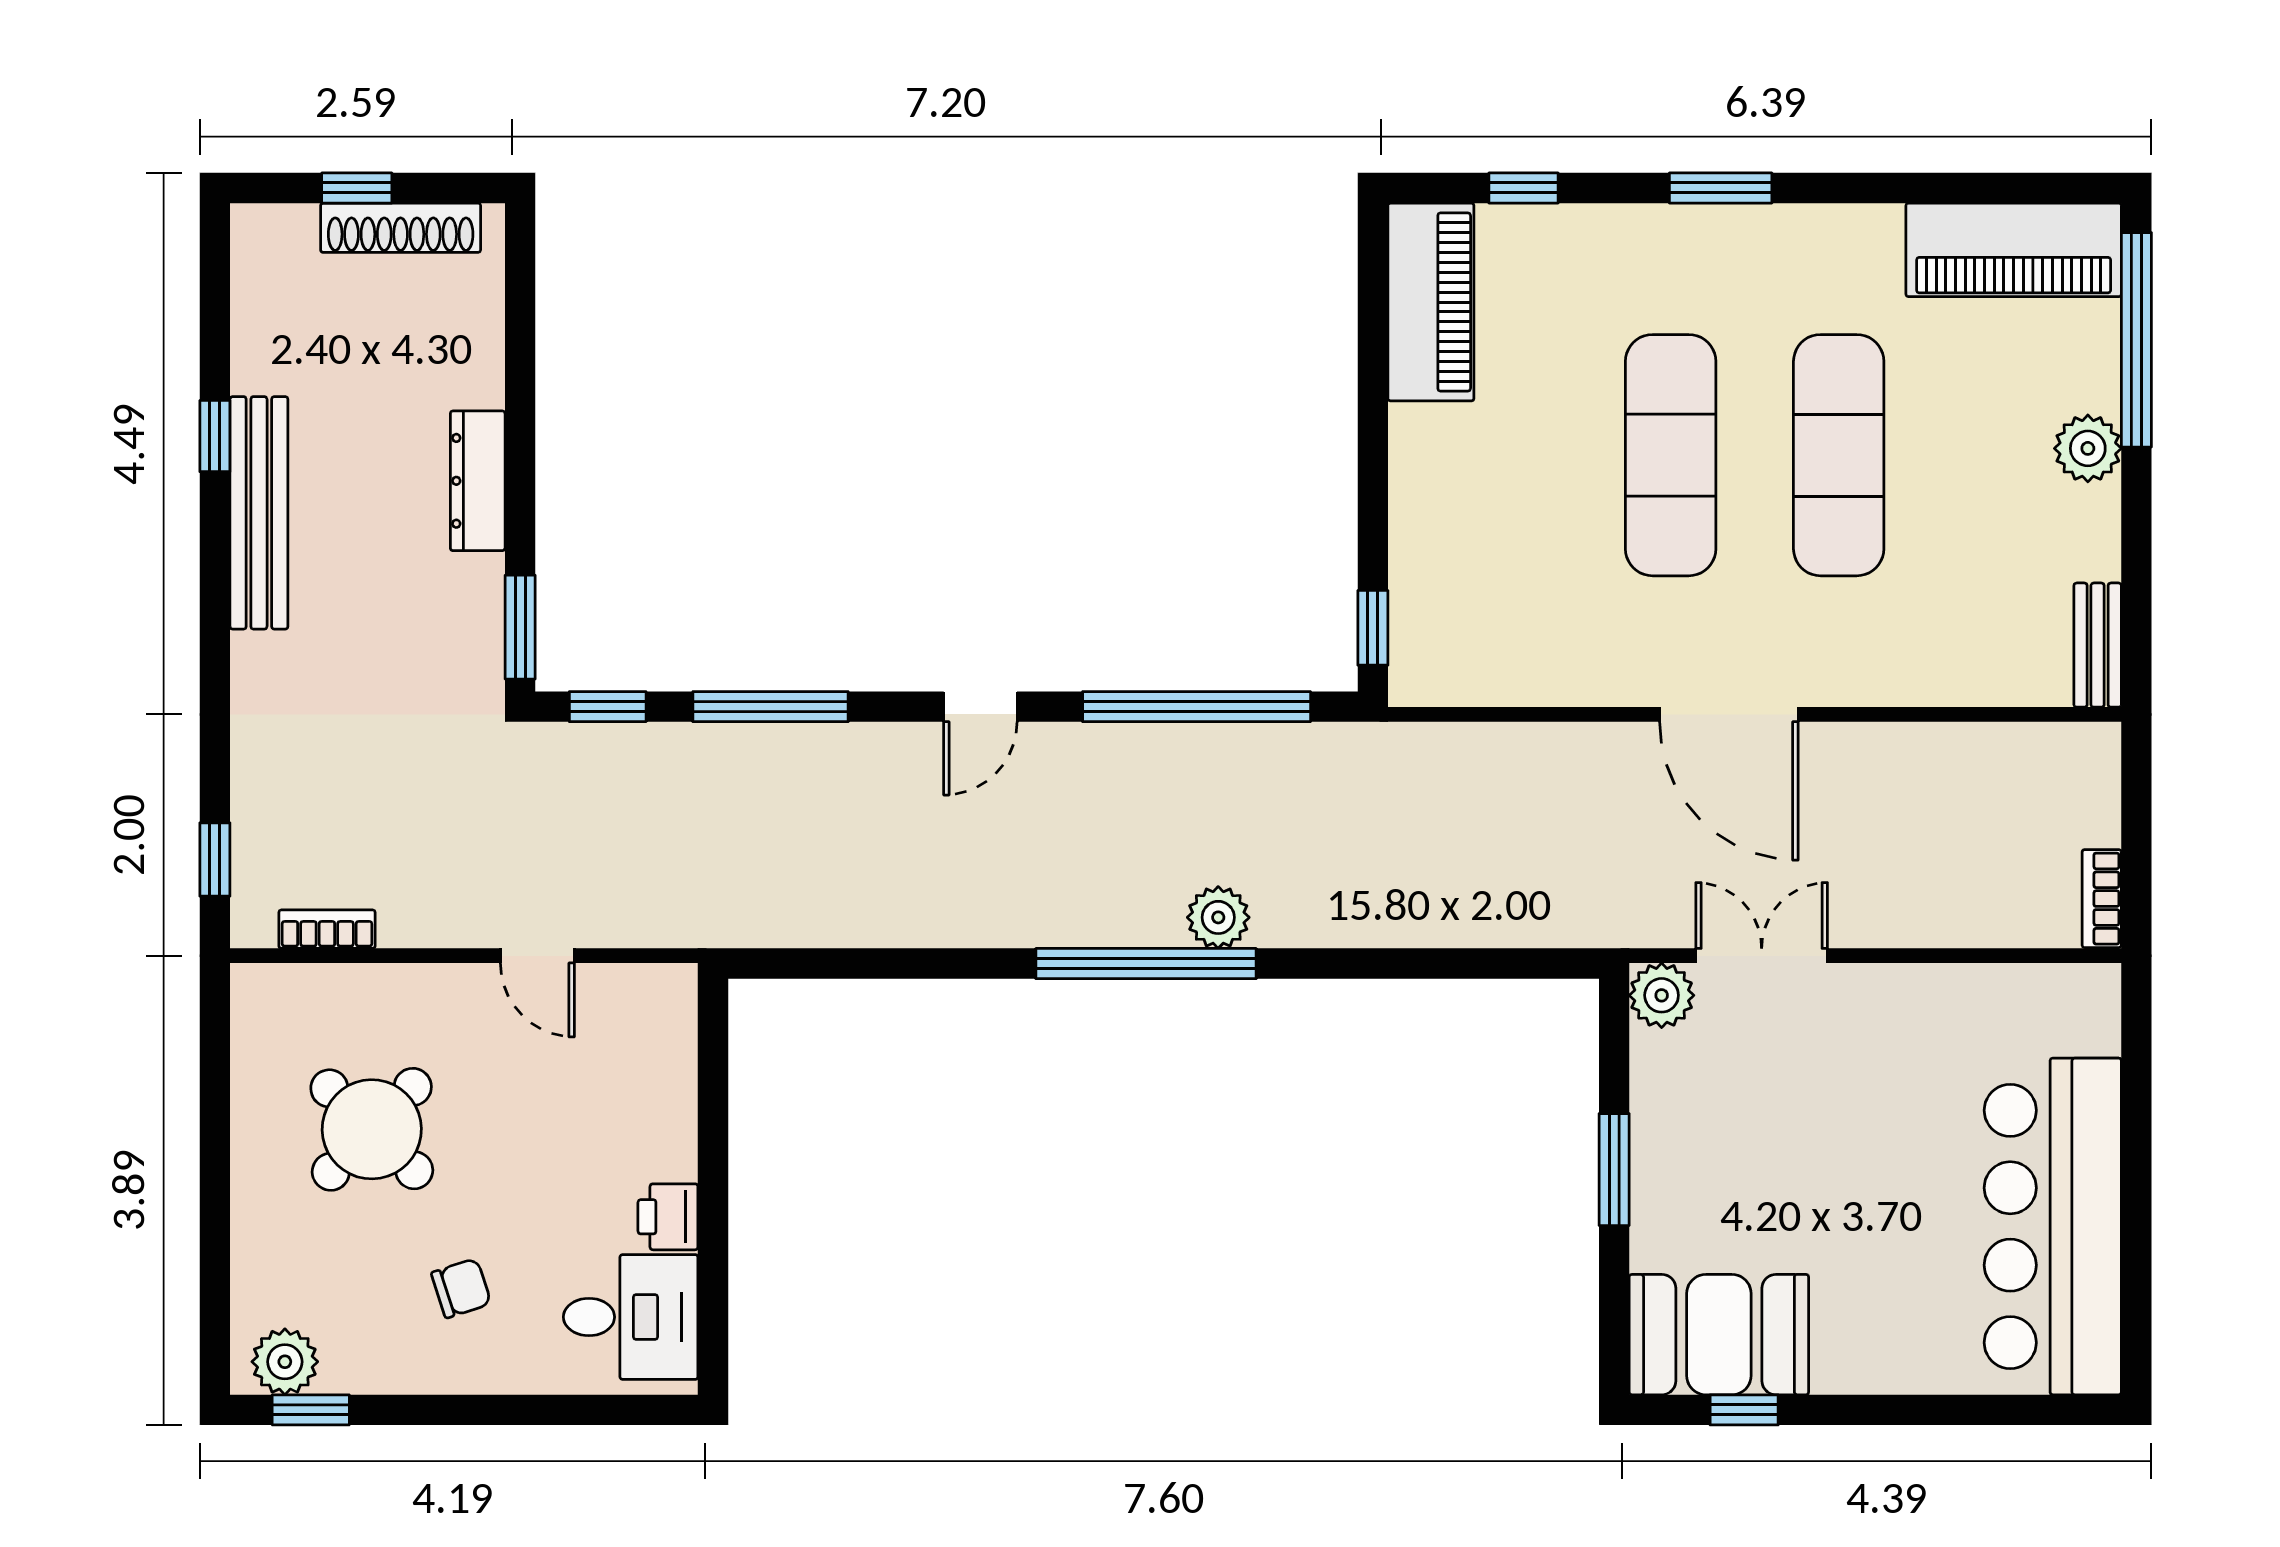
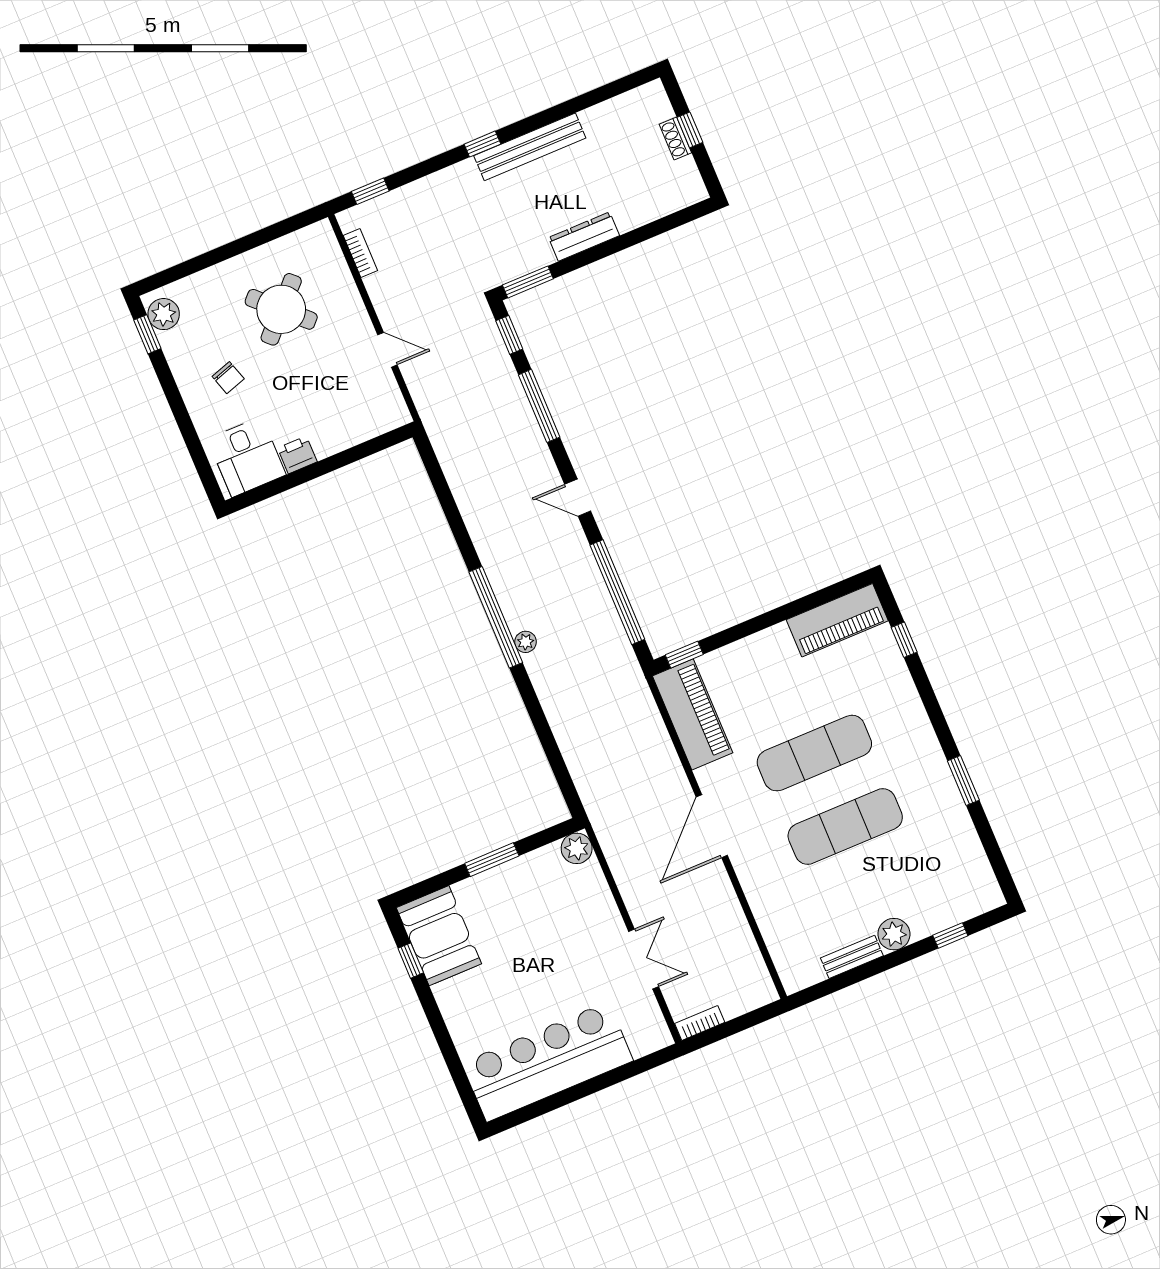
window: (1721, 188) -> (963, 780), moved
shoe rack: (401, 228) -> (675, 138), width x0.51, depth x0.81
piano: (2014, 250) -> (693, 714), moved, turned 180
window: (2136, 340) -> (950, 935), width x0.32
window: (215, 436) -> (482, 144), moved
bench: (2098, 645) -> (852, 957), moved
plant: (1218, 917) -> (526, 642), width x0.73, depth x0.73
door: (537, 956) -> (387, 350), swing flipped
double door: (1762, 956) -> (644, 959), moved

